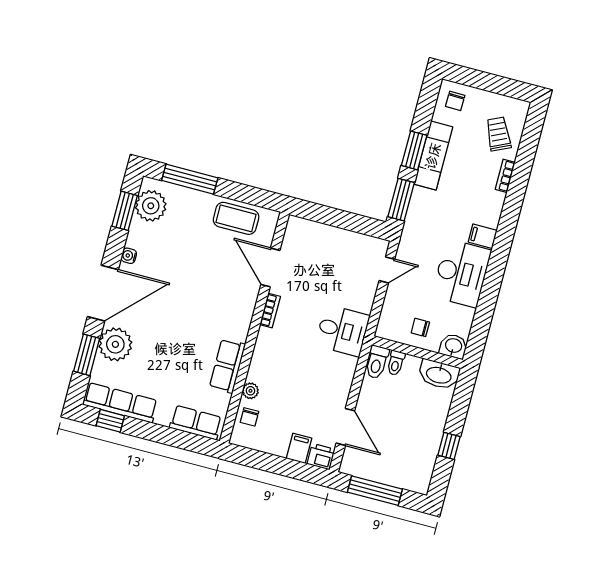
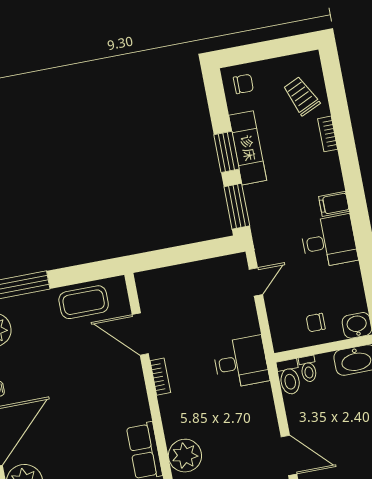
chair: (455, 101) -> (243, 84), turned -91
desk: (461, 273) -> (329, 241), width x0.73
plant: (250, 391) -> (185, 456), width x1.87, depth x1.87

